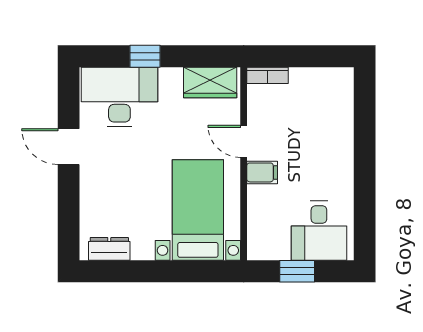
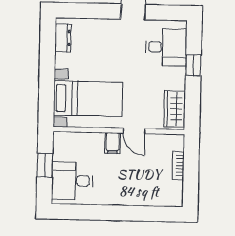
bookcase: (268, 75) -> (178, 166), moved
desk: (119, 97) -> (166, 47), width x0.73
door: (244, 141) -> (134, 131), swing flipped

